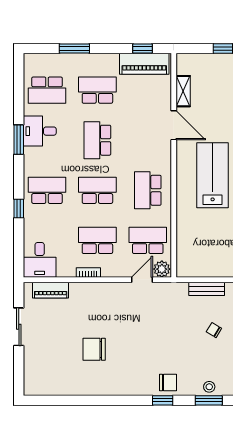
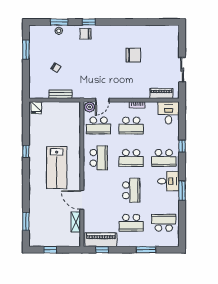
desk: (40, 131) -> (168, 181), moved

